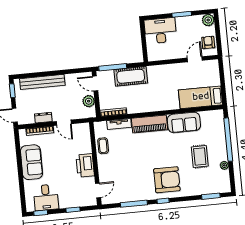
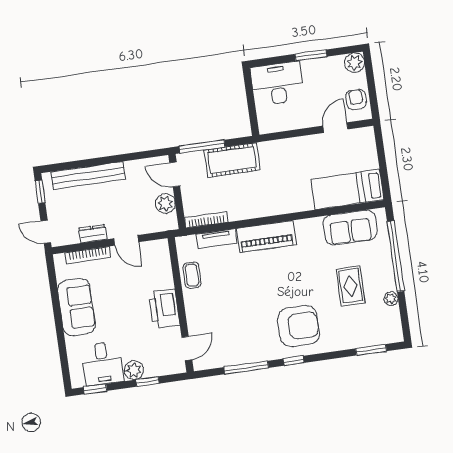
sofa: (184, 122) -> (350, 227), moved
plant: (65, 202) -> (134, 370), added

